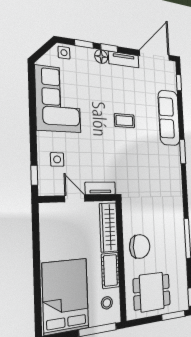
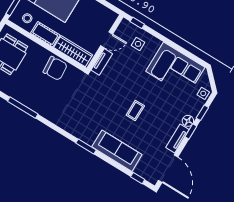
chair: (140, 247) -> (55, 68), moved, turned -94

